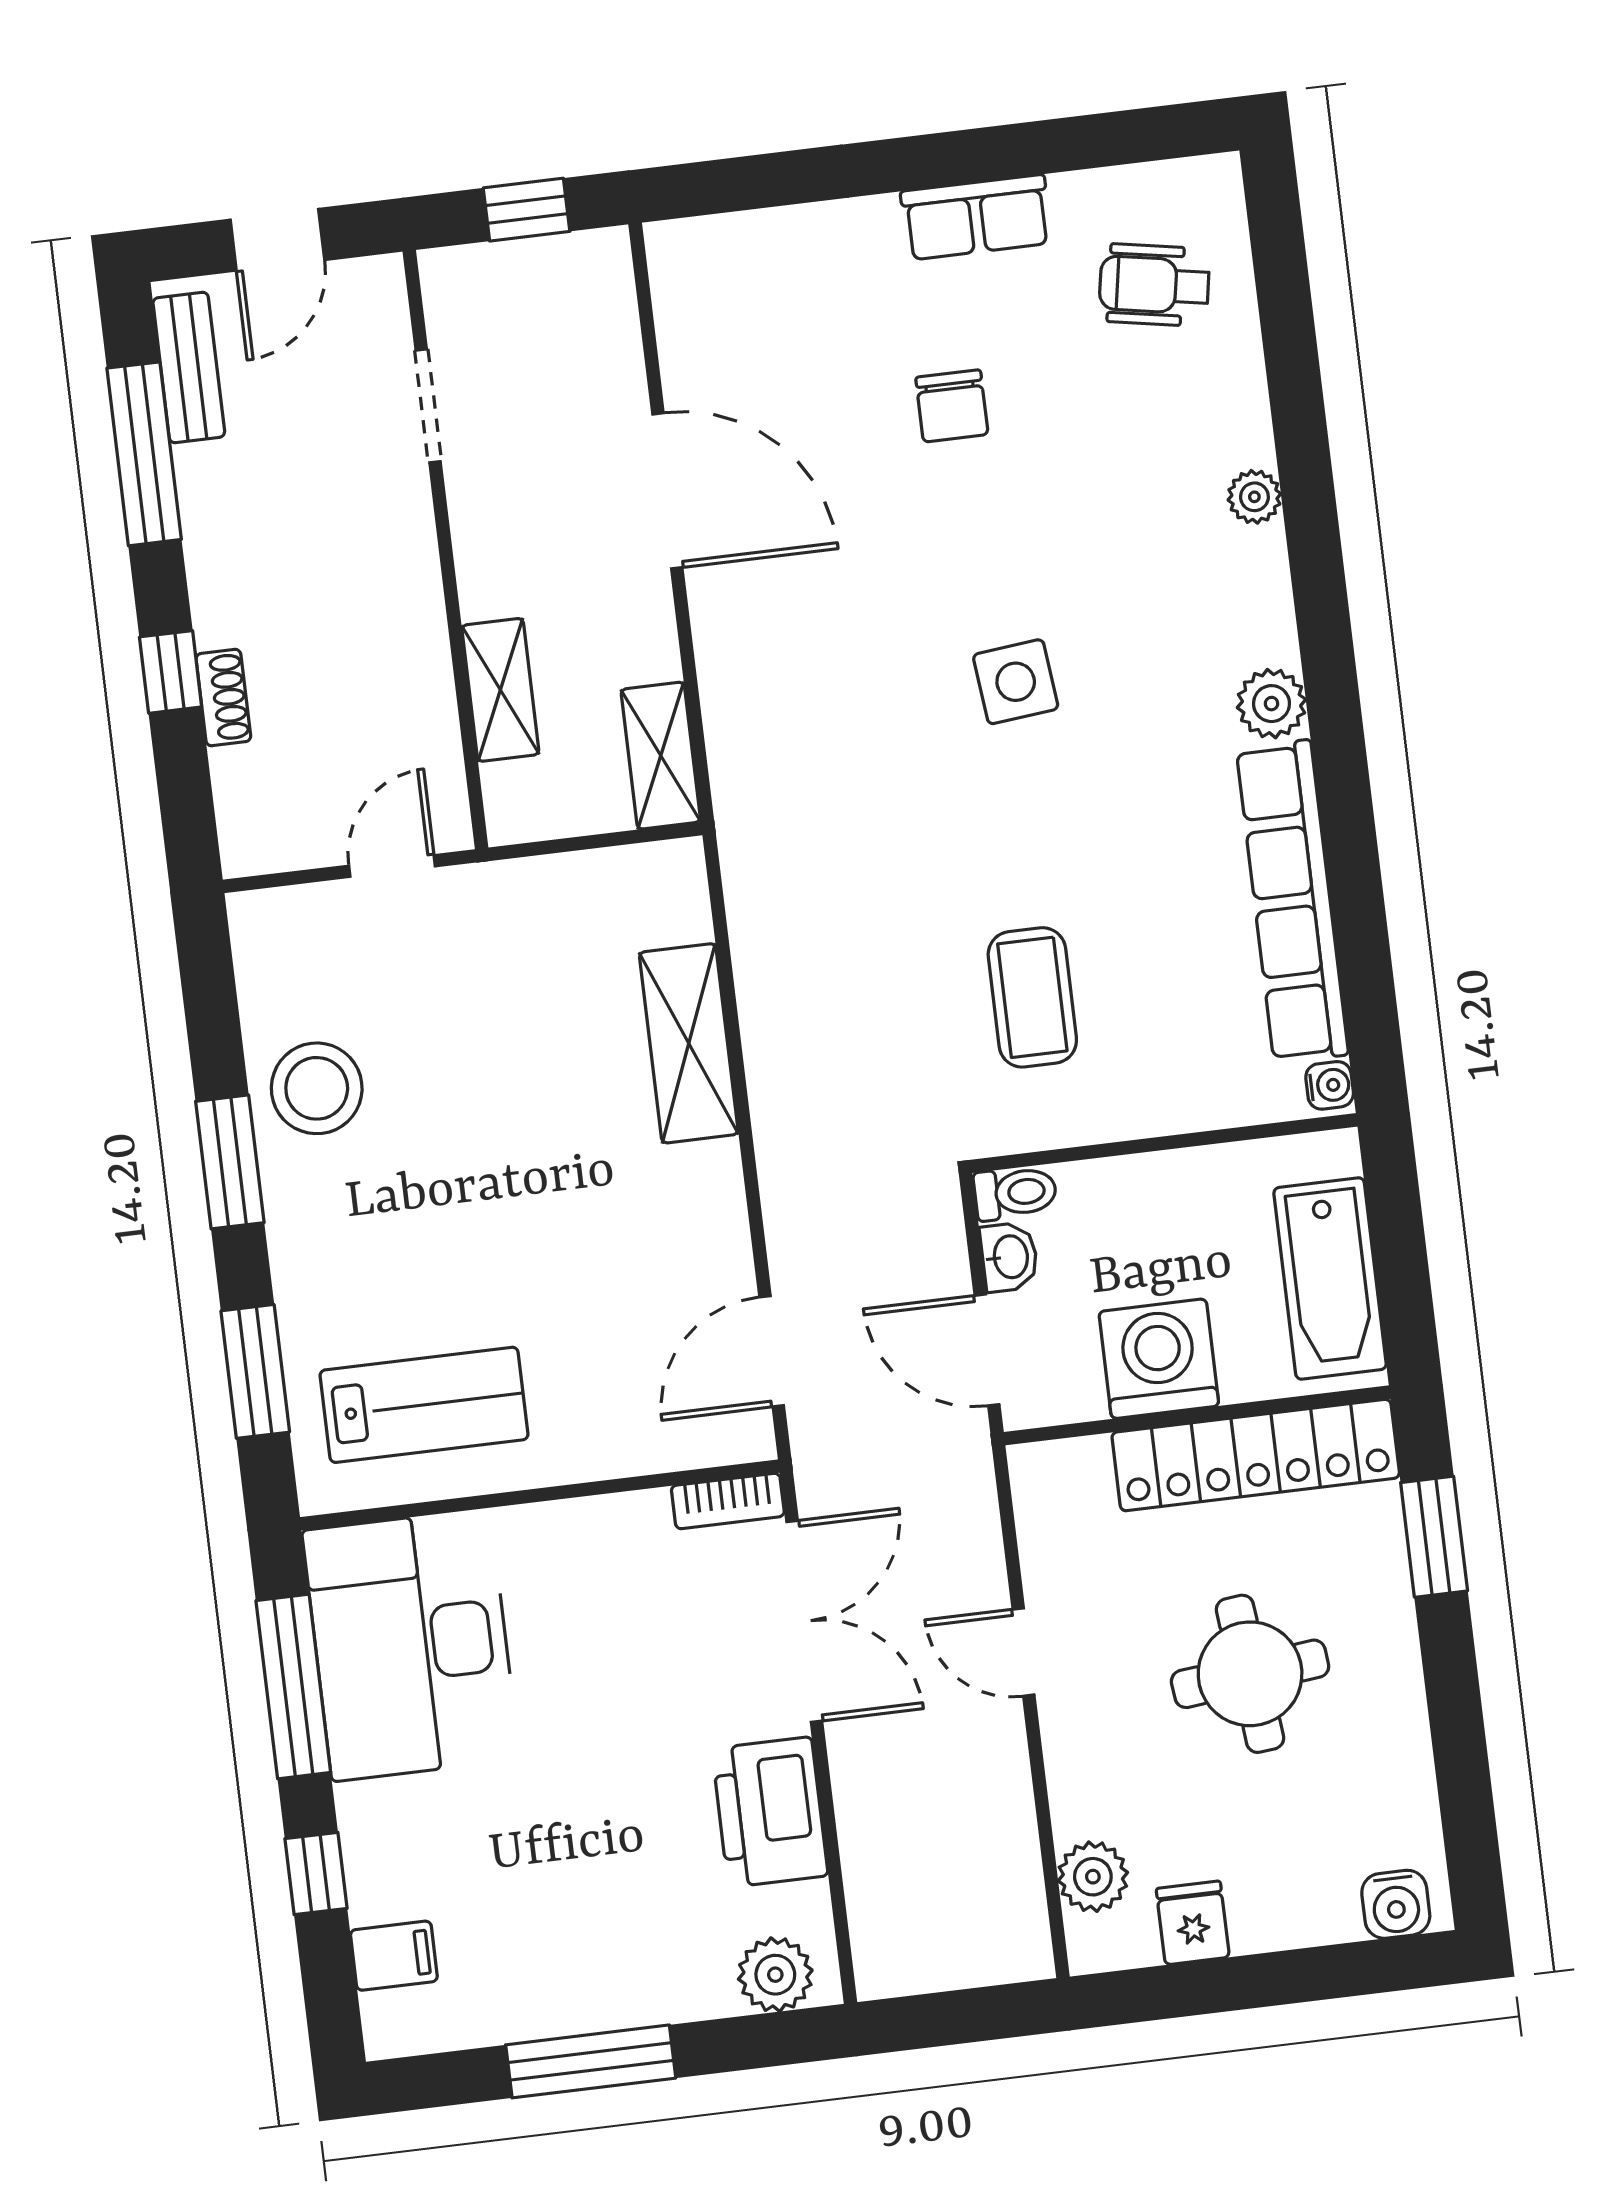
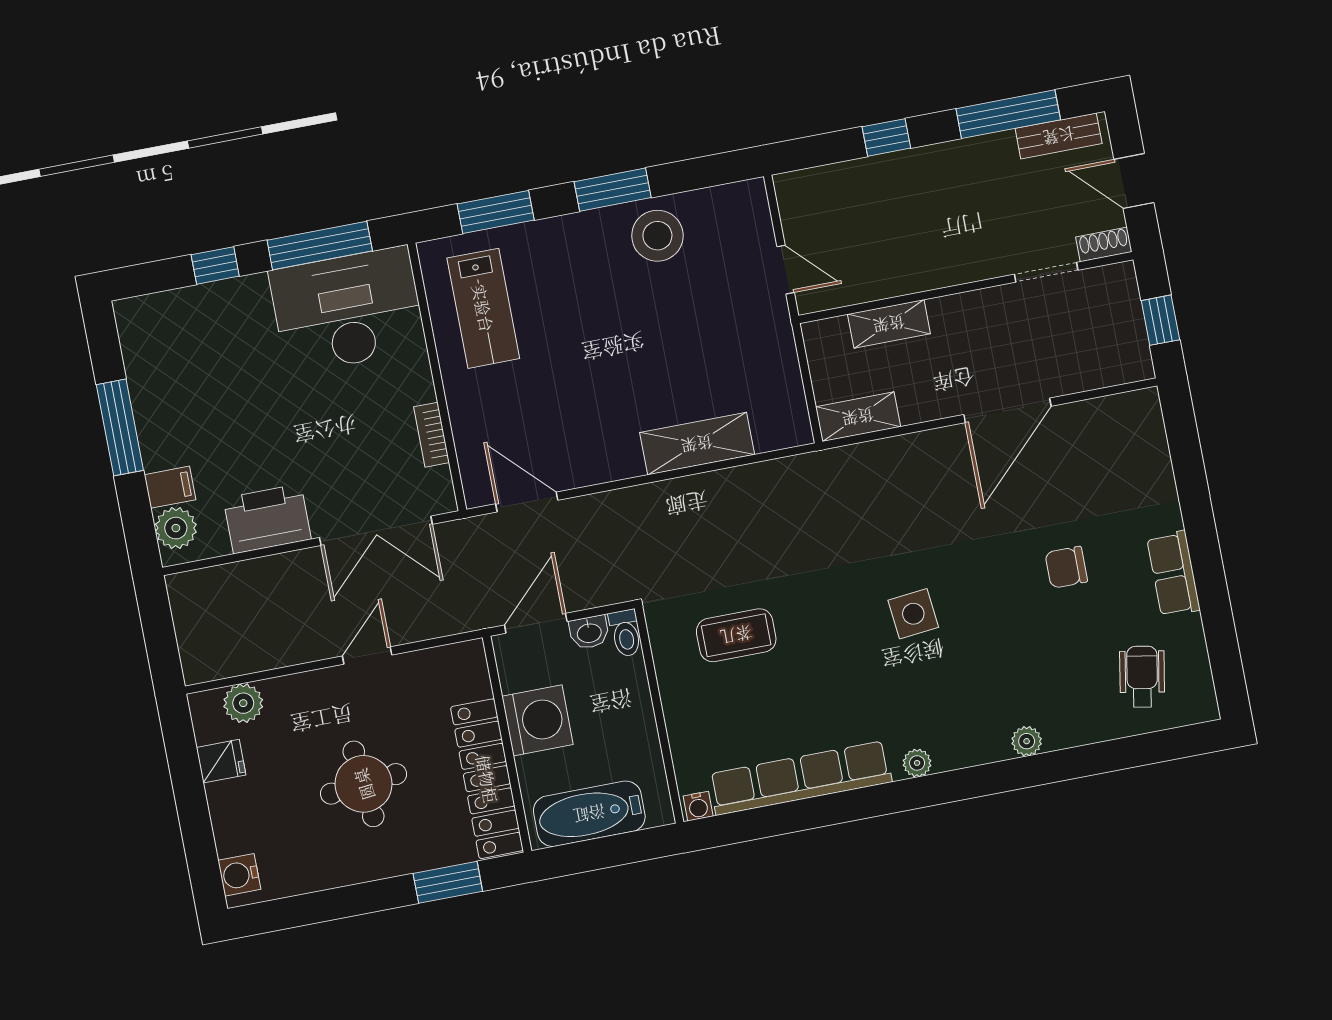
shoe rack: (223, 698) -> (1104, 244), moved, turned 180
plant: (1272, 704) -> (917, 763), width x0.73, depth x0.73
bookcase: (728, 1501) -> (432, 435), moved
filing cabinet: (394, 1956) -> (170, 487), moved, turned -90

